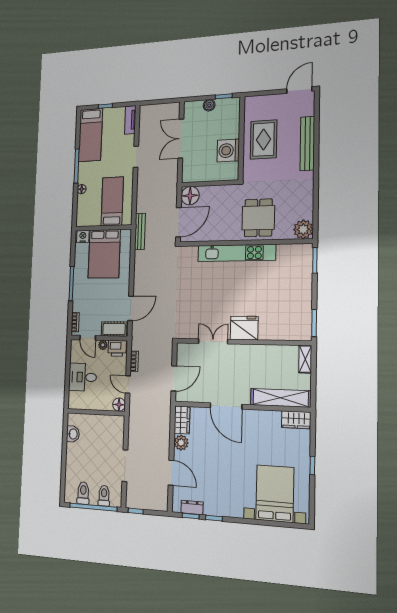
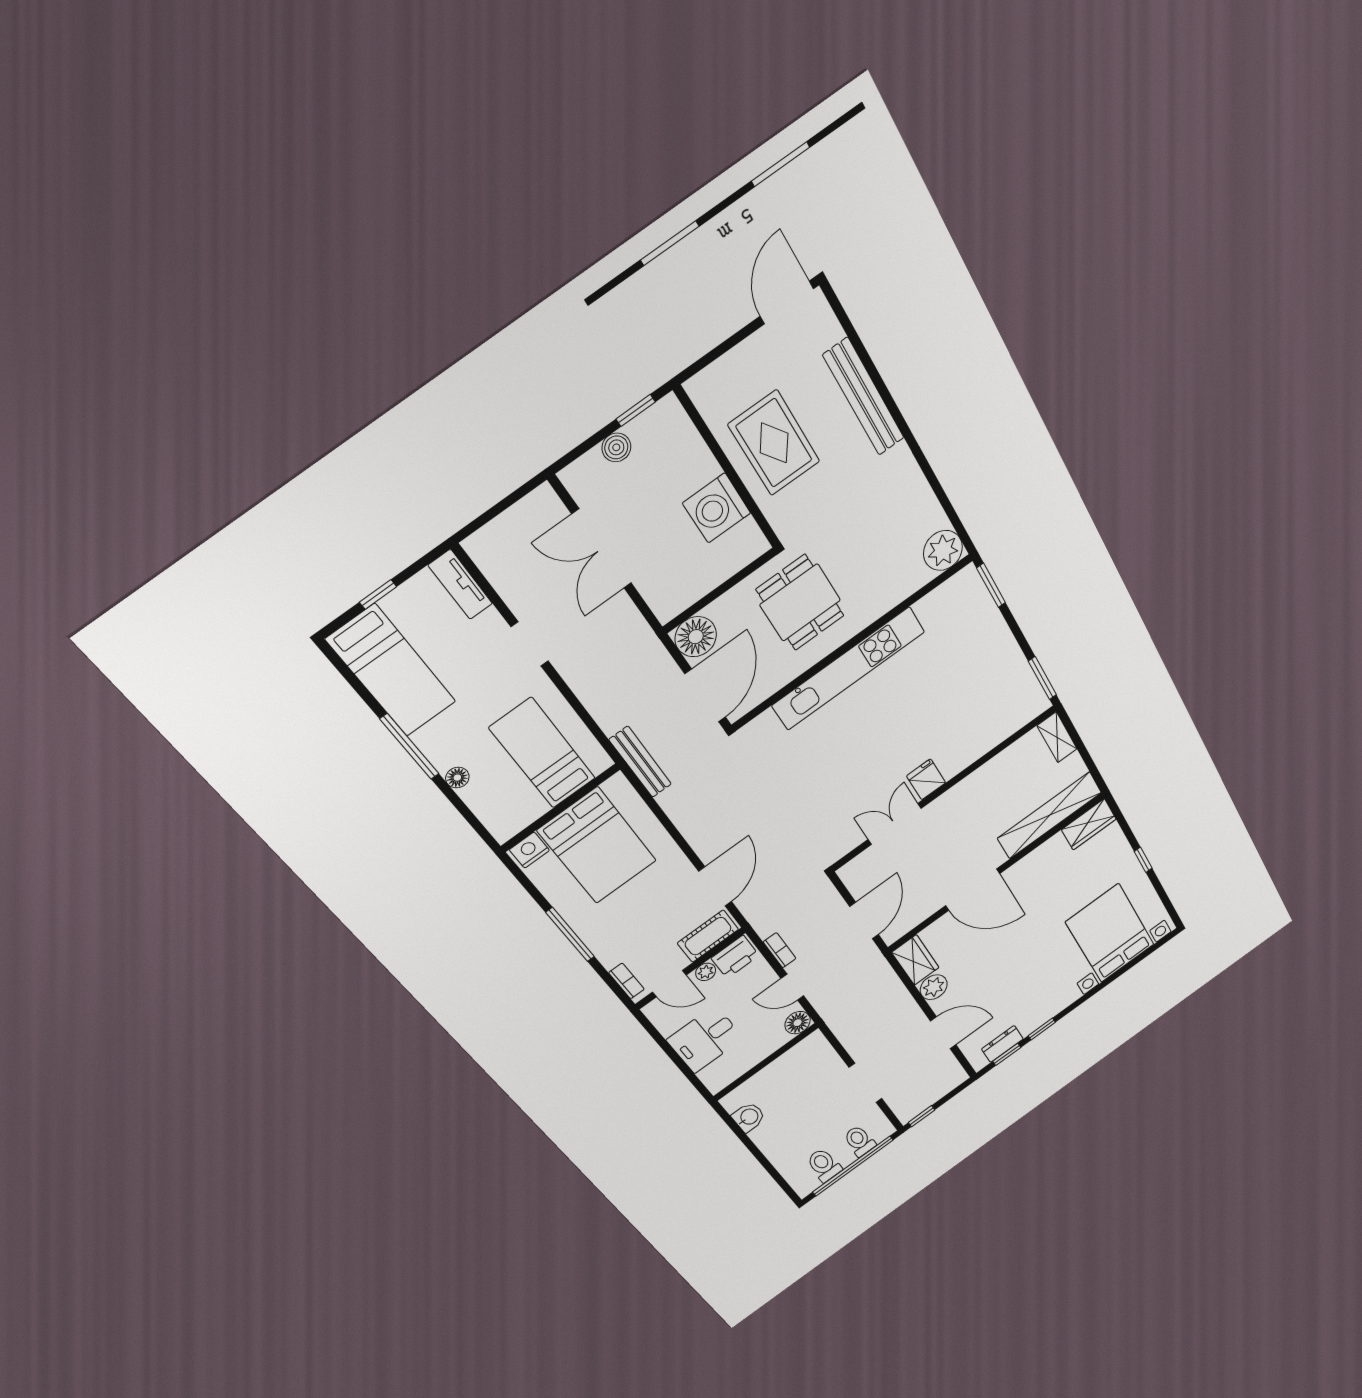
dining table: (258, 218) -> (800, 603), moved
fridge: (244, 328) -> (926, 779), width x0.53, depth x0.75

